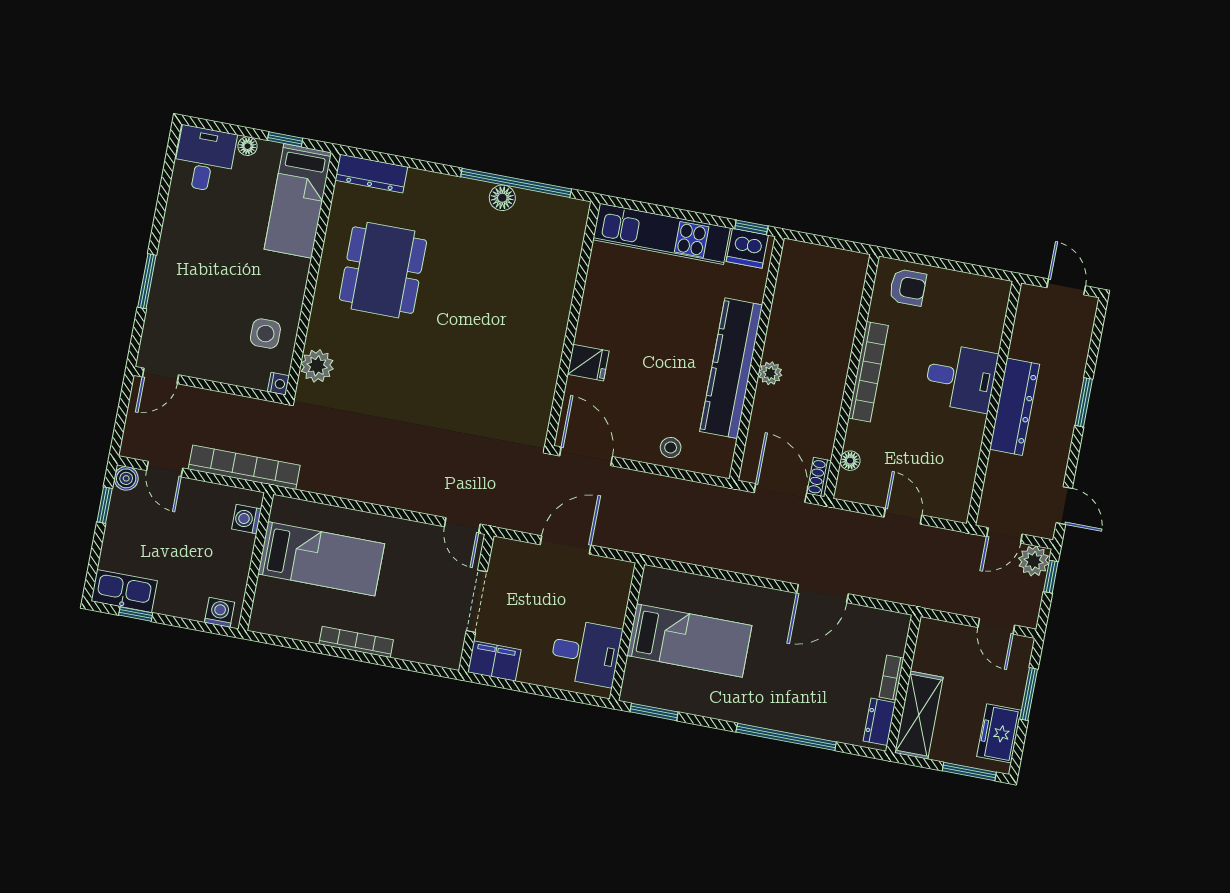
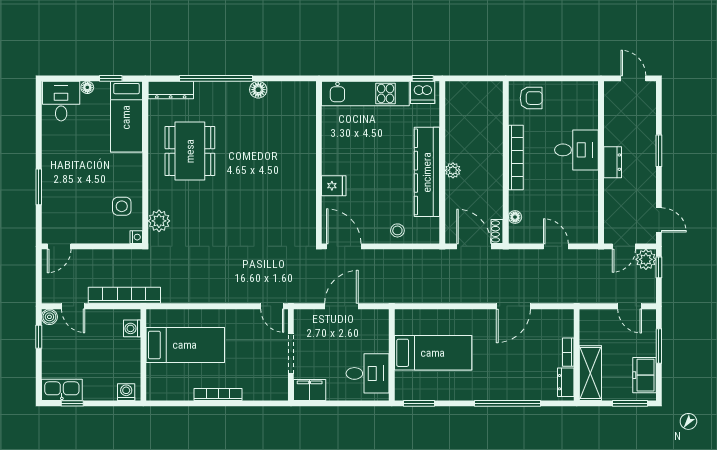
window: (516, 183) -> (216, 78), moved
dresser: (1015, 407) -> (613, 162), width x0.51, depth x0.80

